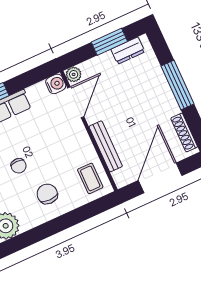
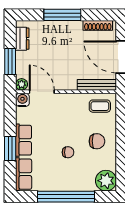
window: (109, 42) -> (10, 61), moved
bench: (106, 146) -> (97, 85), moved
chair: (47, 194) -> (97, 141), turned 180

